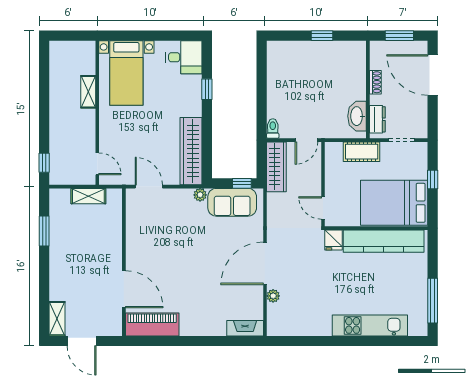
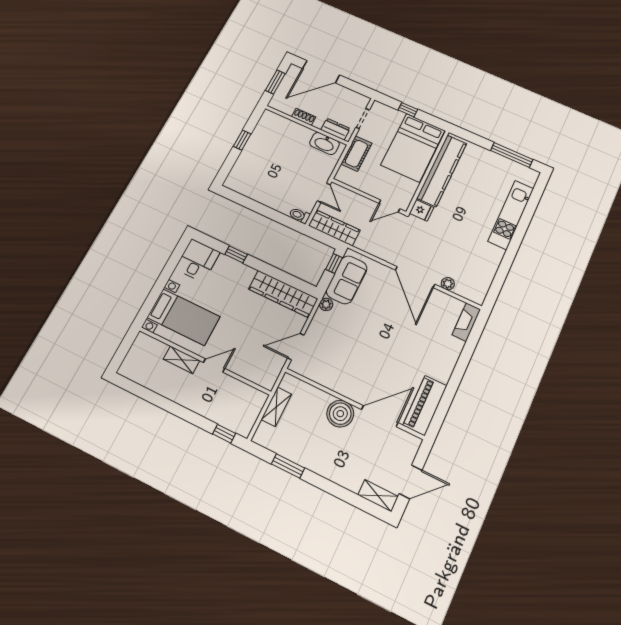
door: (97, 164) -> (214, 365), moved
boiler: (109, 254) -> (340, 414), added

